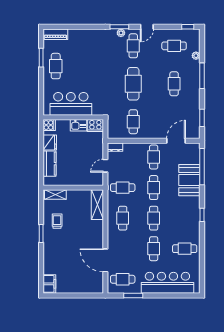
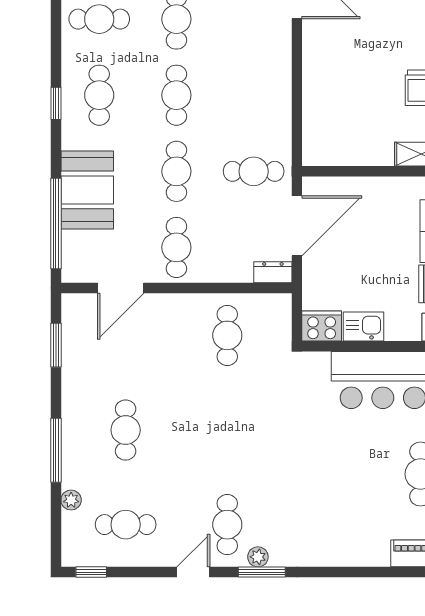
cafe table: (133, 84) -> (227, 430), removed
door: (105, 166) -> (297, 226), width x1.88
shelving: (97, 205) -> (317, 129), removed
cafe table: (123, 218) -> (99, 95), moved

